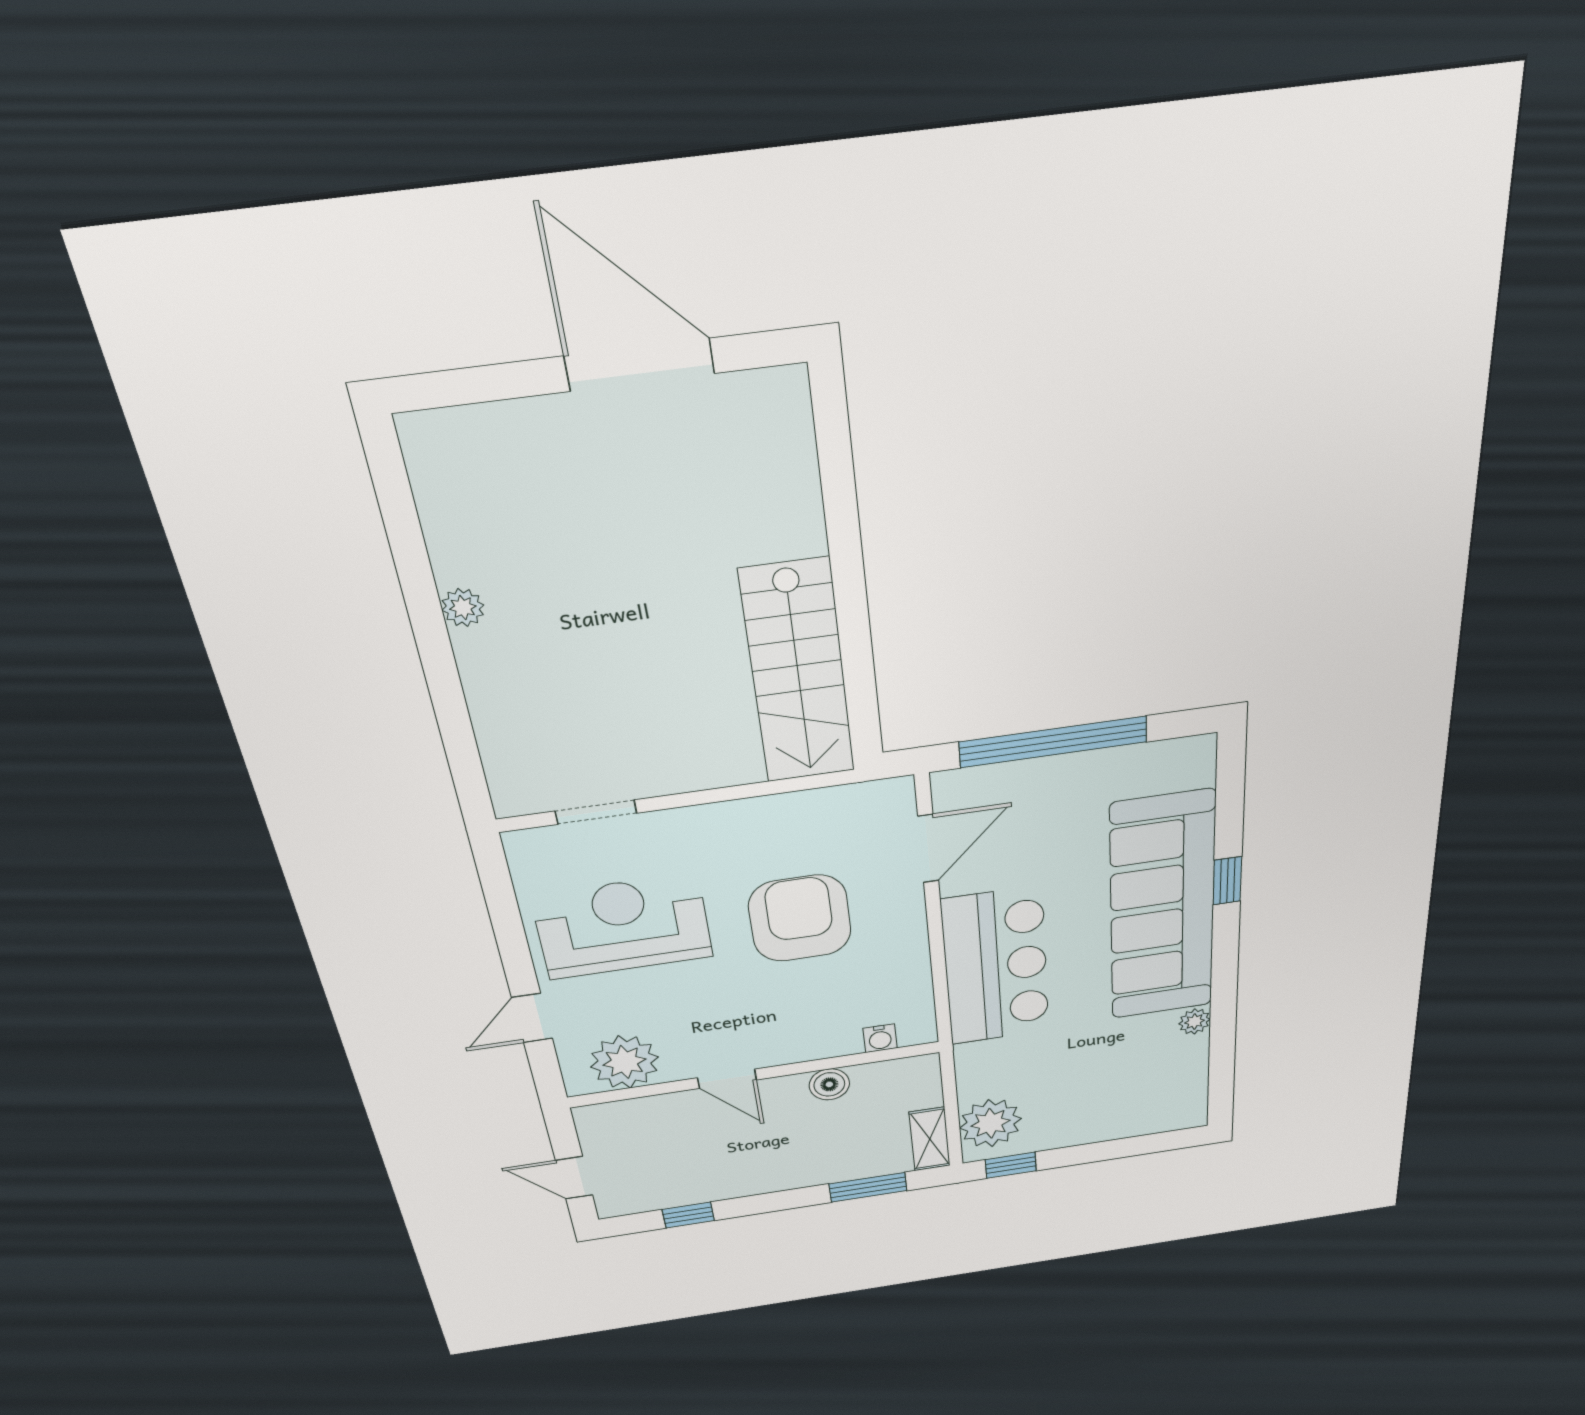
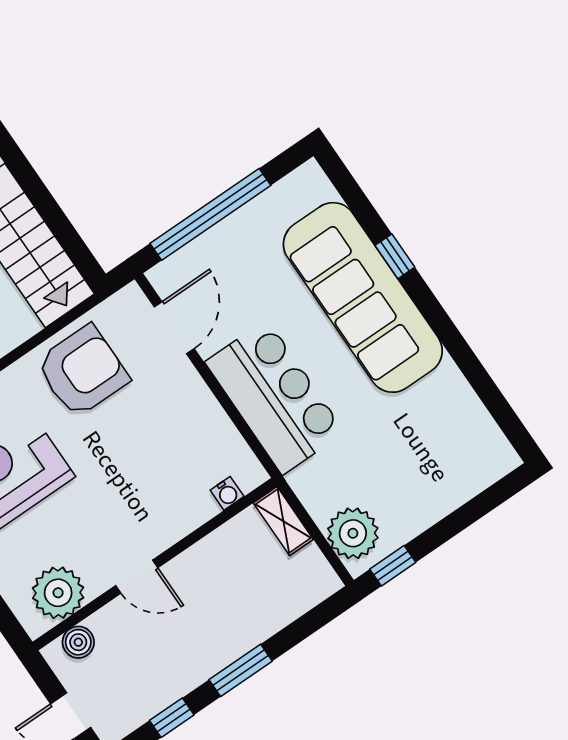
armchair: (800, 918) -> (82, 371), moved, turned 90
plant: (1195, 1022) -> (450, 377), removed
boiler: (829, 1084) -> (78, 642), moved
shelving: (930, 1139) -> (283, 521), moved
window: (868, 1187) -> (241, 670), moved

